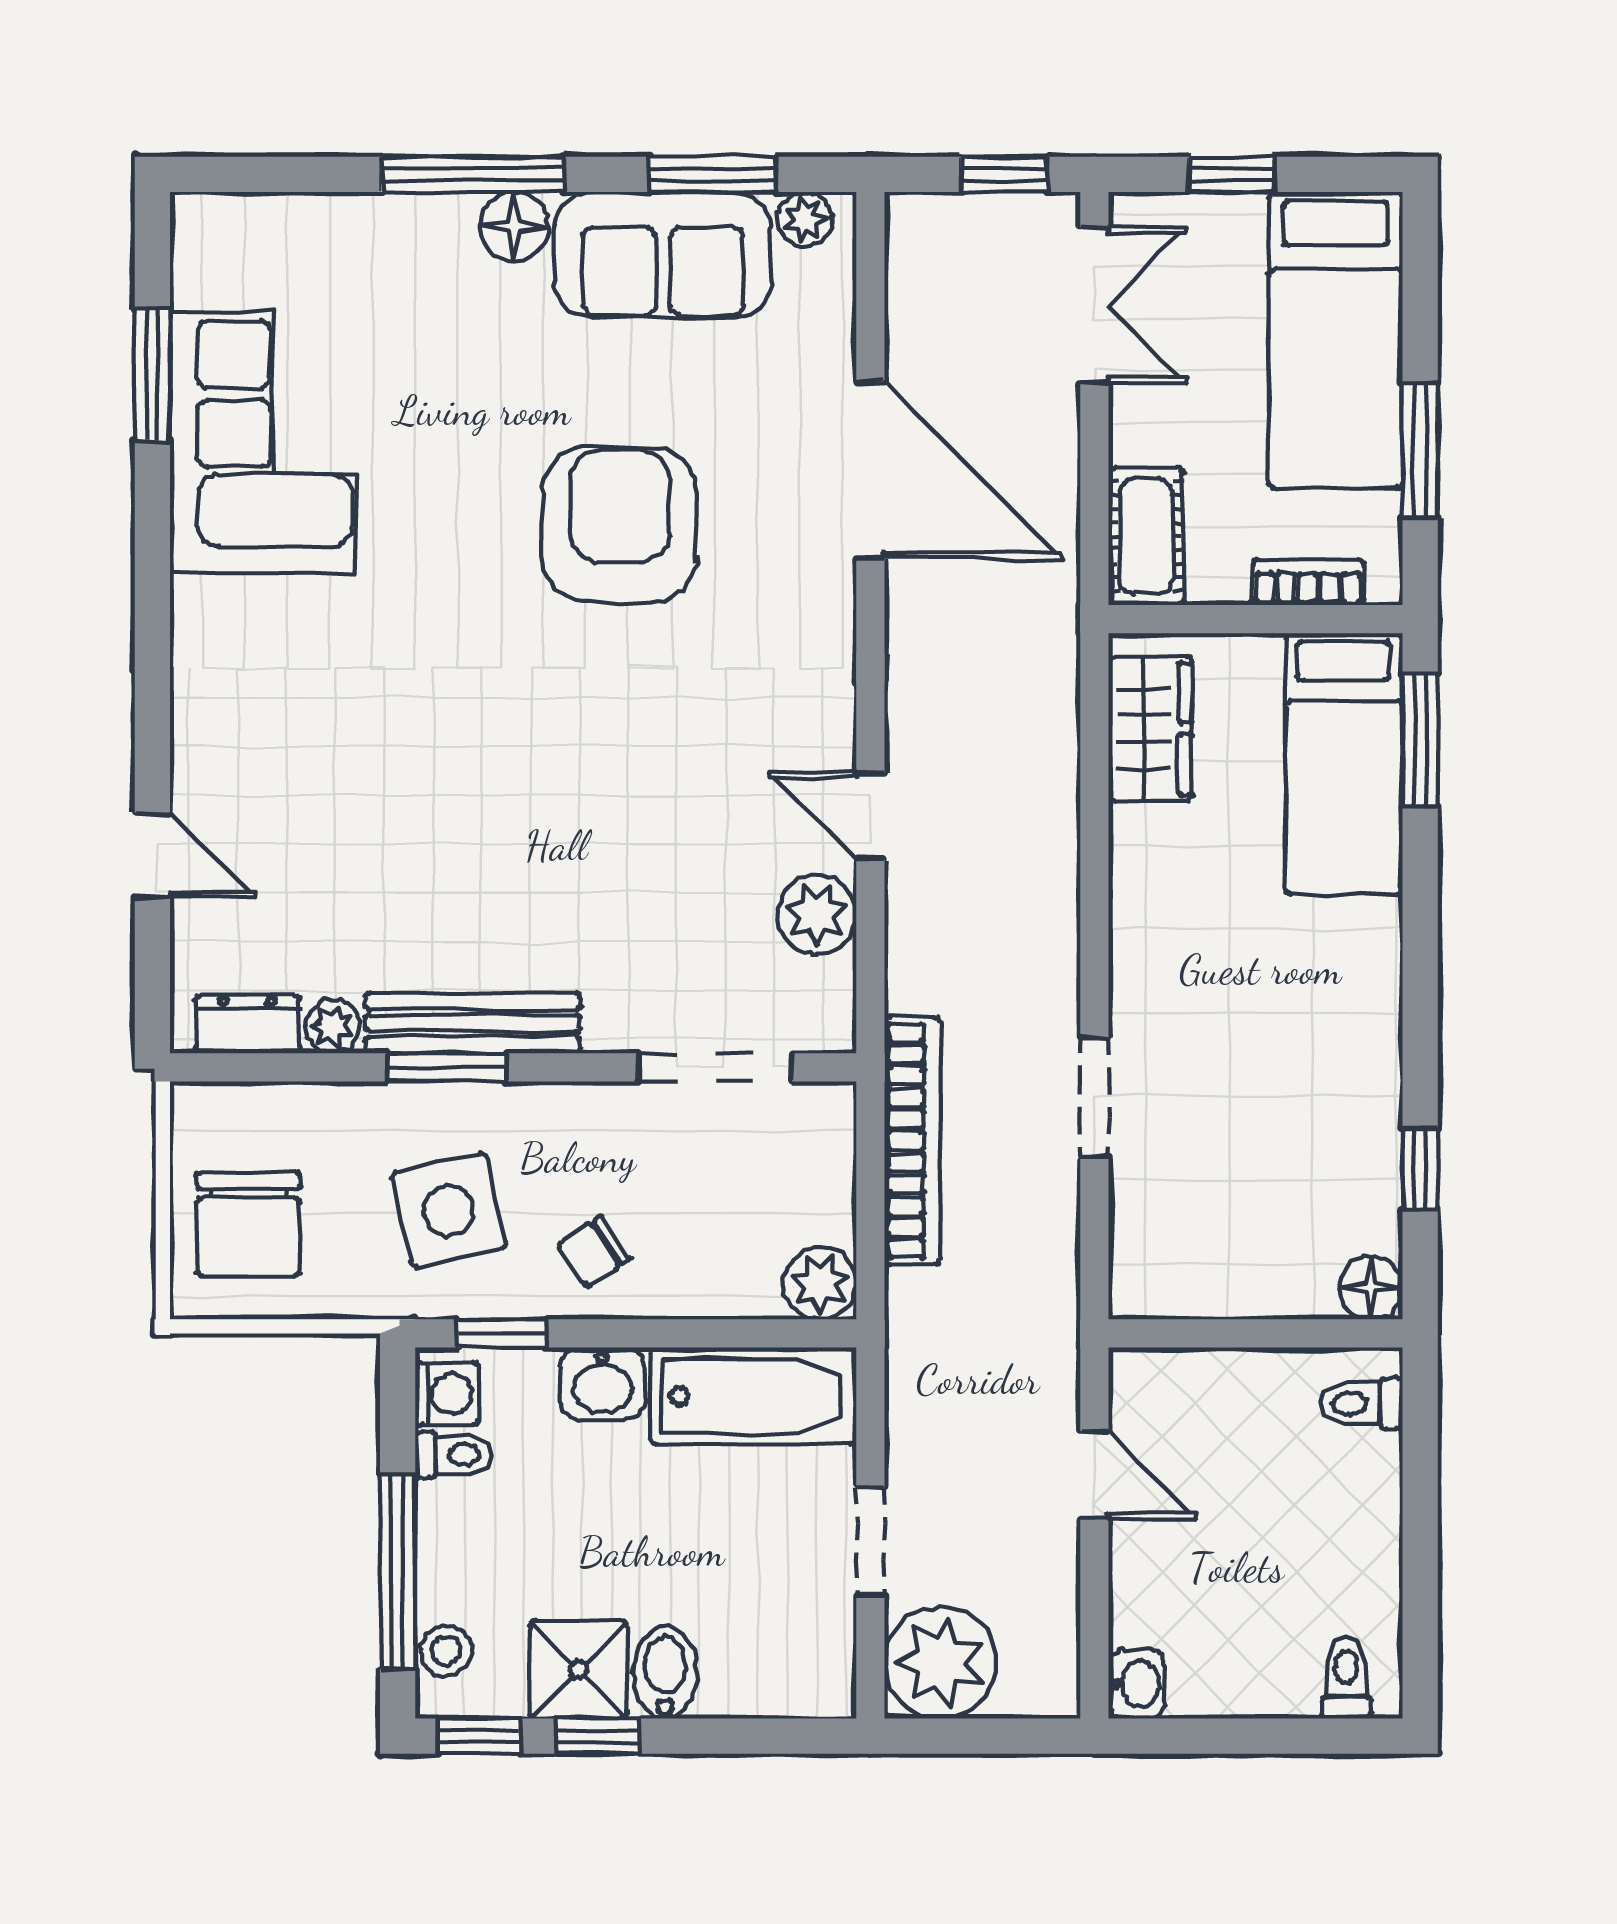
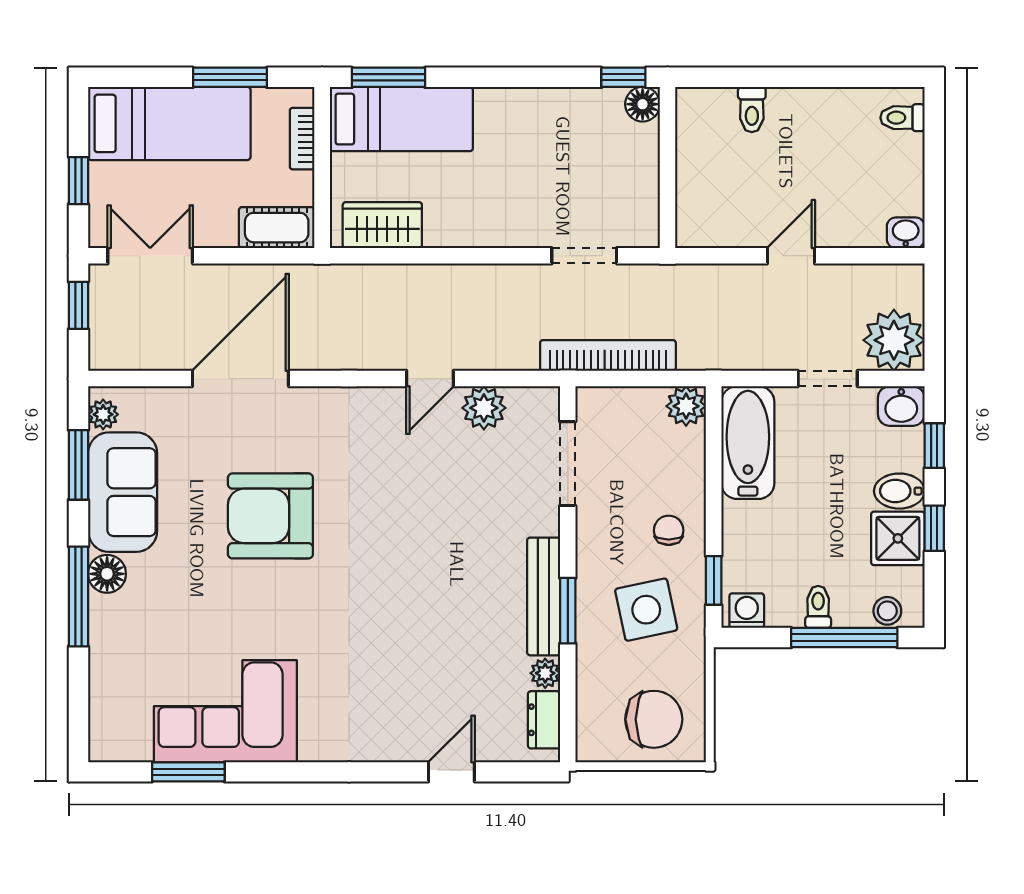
chair: (593, 1251) -> (669, 530), turned -147
floor lamp: (1371, 1288) -> (643, 104), moved
wall: (1255, 1333) -> (668, 167), moved
washbasin: (602, 1384) -> (901, 406), moved, turned 90
toilet: (453, 1455) -> (818, 607), moved
window: (479, 1736) -> (934, 446), moved

